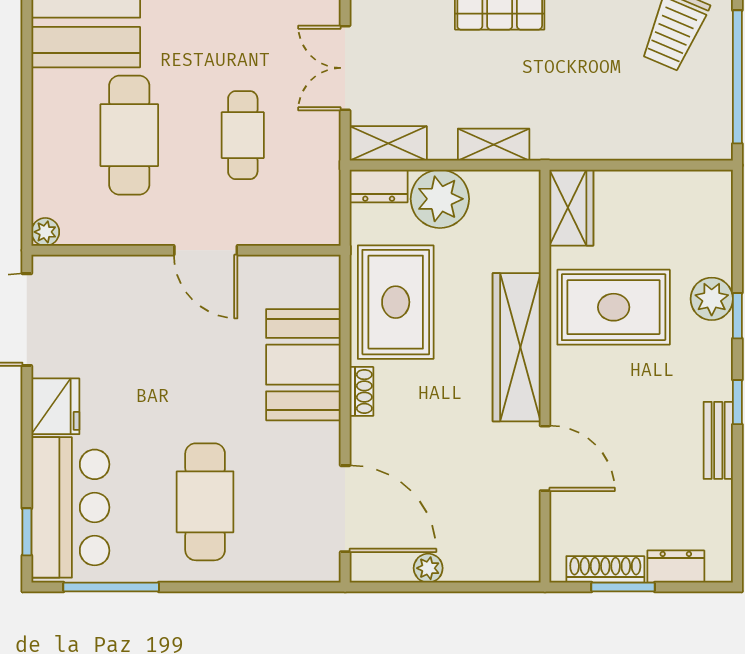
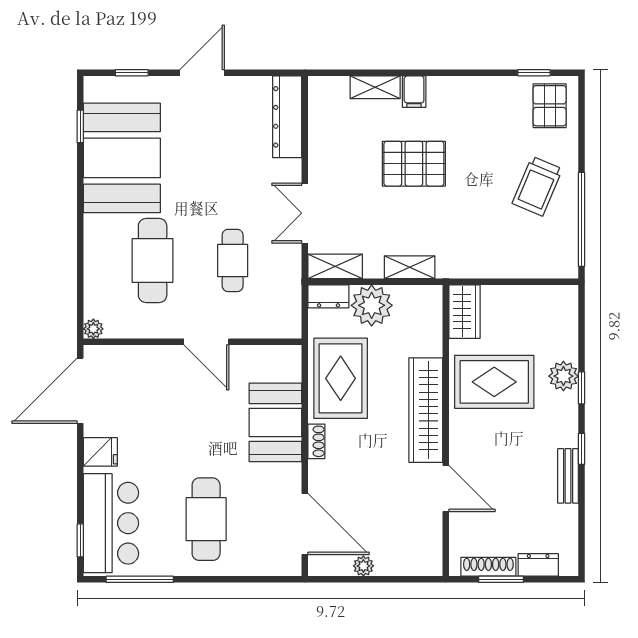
fridge: (55, 406) -> (100, 452), width x0.72

